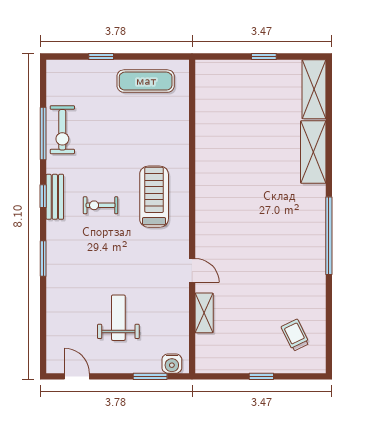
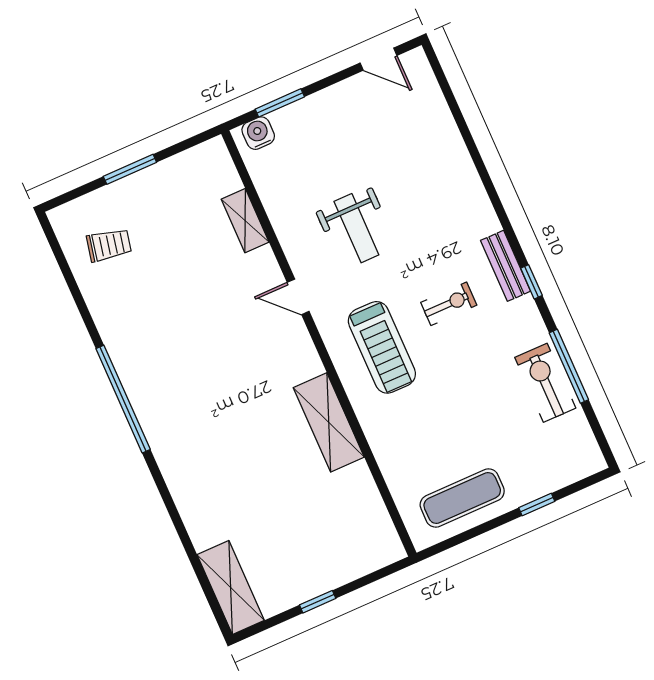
shelving: (313, 152) -> (329, 422), moved
bench: (55, 197) -> (506, 266), moved
window: (43, 259) -> (494, 198), removed
door: (192, 270) -> (298, 297), moved
weight bench: (118, 318) -> (356, 228), moved
trolley: (295, 335) -> (109, 245), turned -52
window: (261, 376) -> (130, 169), width x1.50

